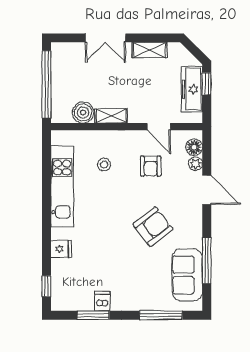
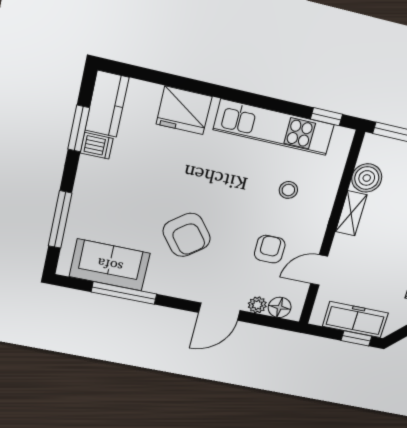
armchair: (151, 166) -> (270, 249), turned 90
fridge: (61, 249) -> (184, 110), width x1.88, depth x1.34
window: (46, 286) -> (326, 117), moved
kitchen counter: (72, 300) -> (107, 104), added

